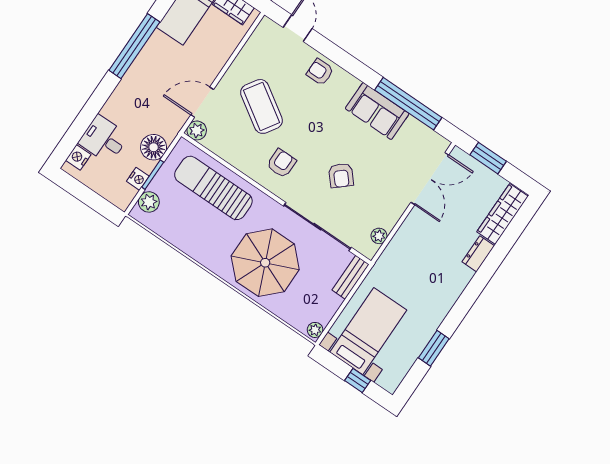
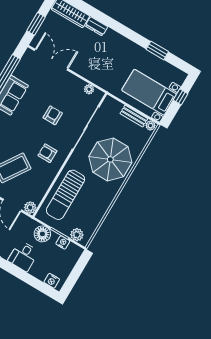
desk: (104, 139) -> (23, 256), moved
armchair: (341, 175) -> (53, 115), turned -49
bench: (350, 277) -> (134, 116), moved

